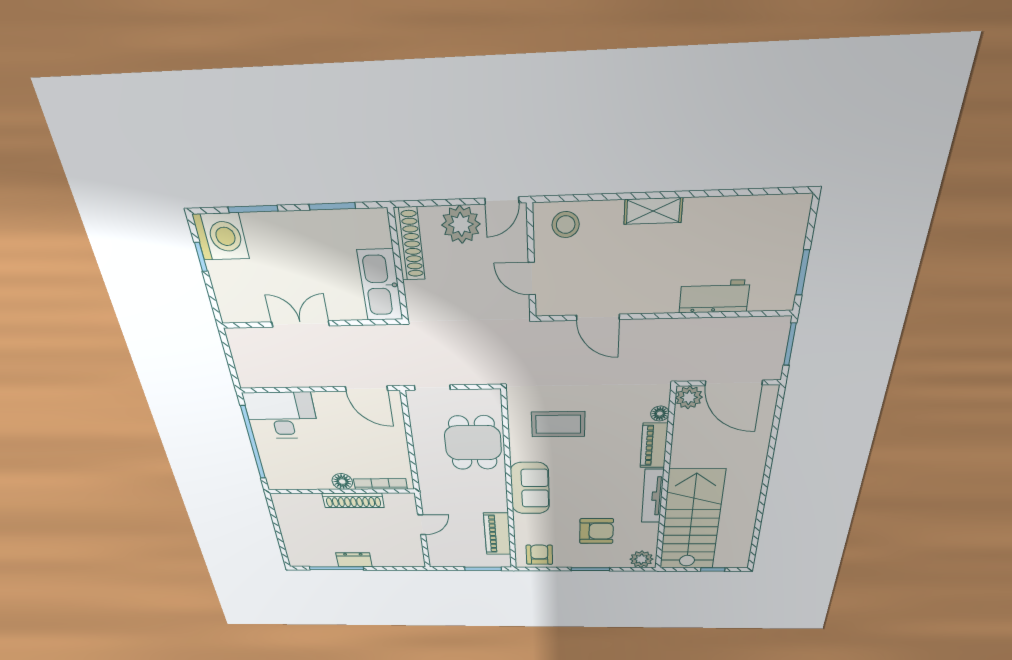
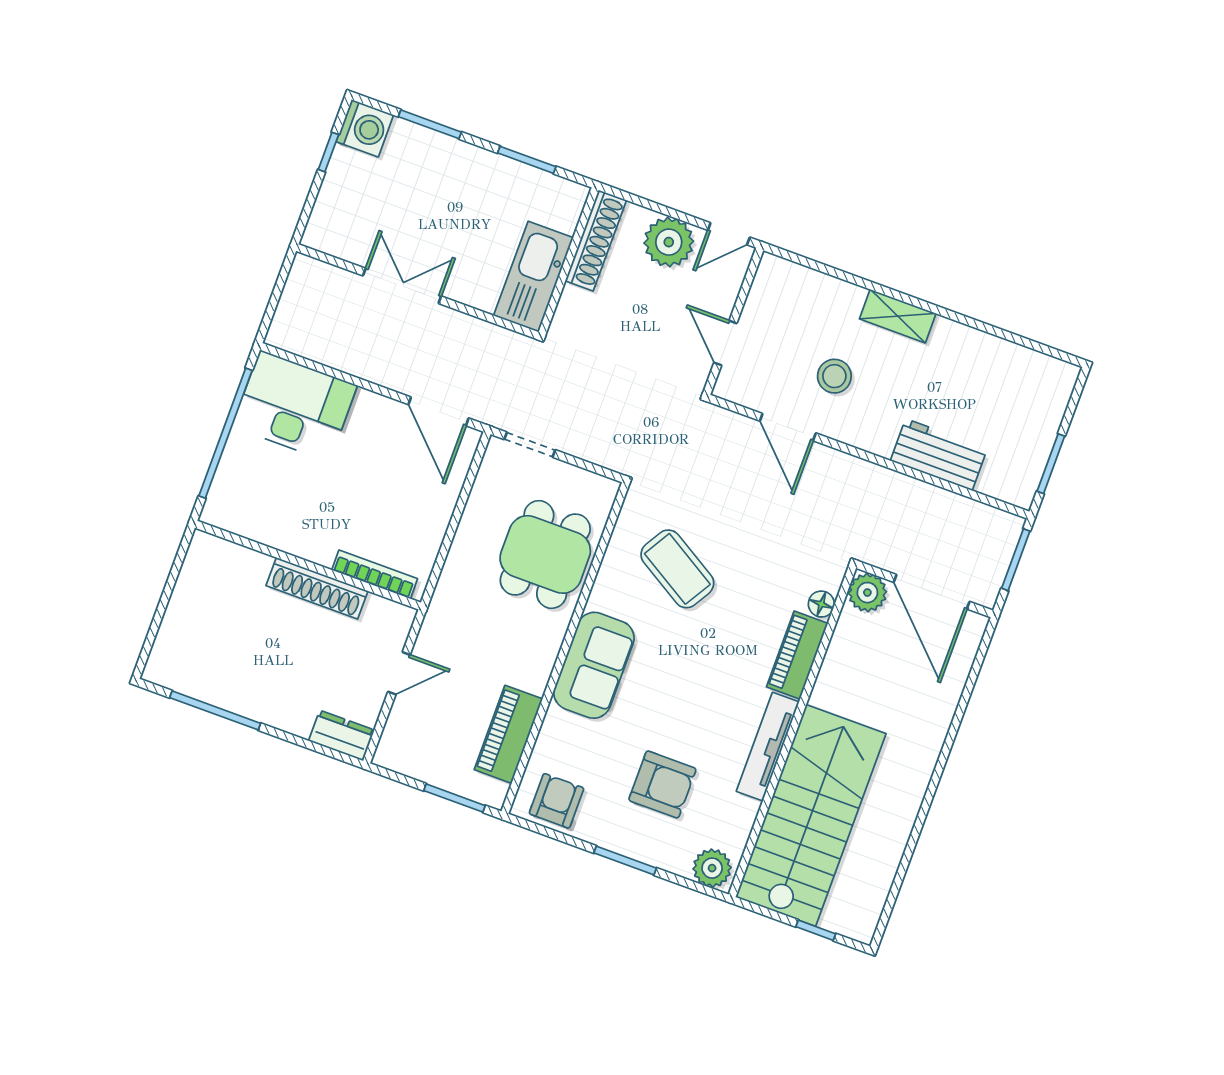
stool: (566, 225) -> (834, 376), moved
washing machine: (221, 237) -> (365, 128), width x0.73, depth x0.73
coffee table: (558, 424) -> (677, 569), turned 31
floor lamp: (342, 482) -> (319, 548), removed
dresser: (354, 560) -> (341, 735), moved

